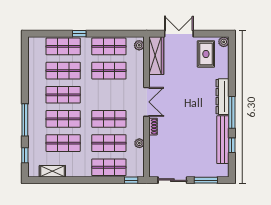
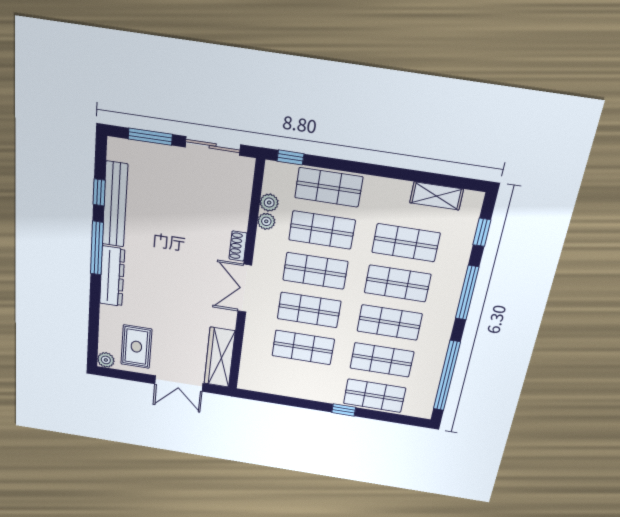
plant: (139, 45) -> (269, 203), moved
shop shelf: (109, 46) -> (309, 310), moved
window: (25, 67) -> (447, 376), added

